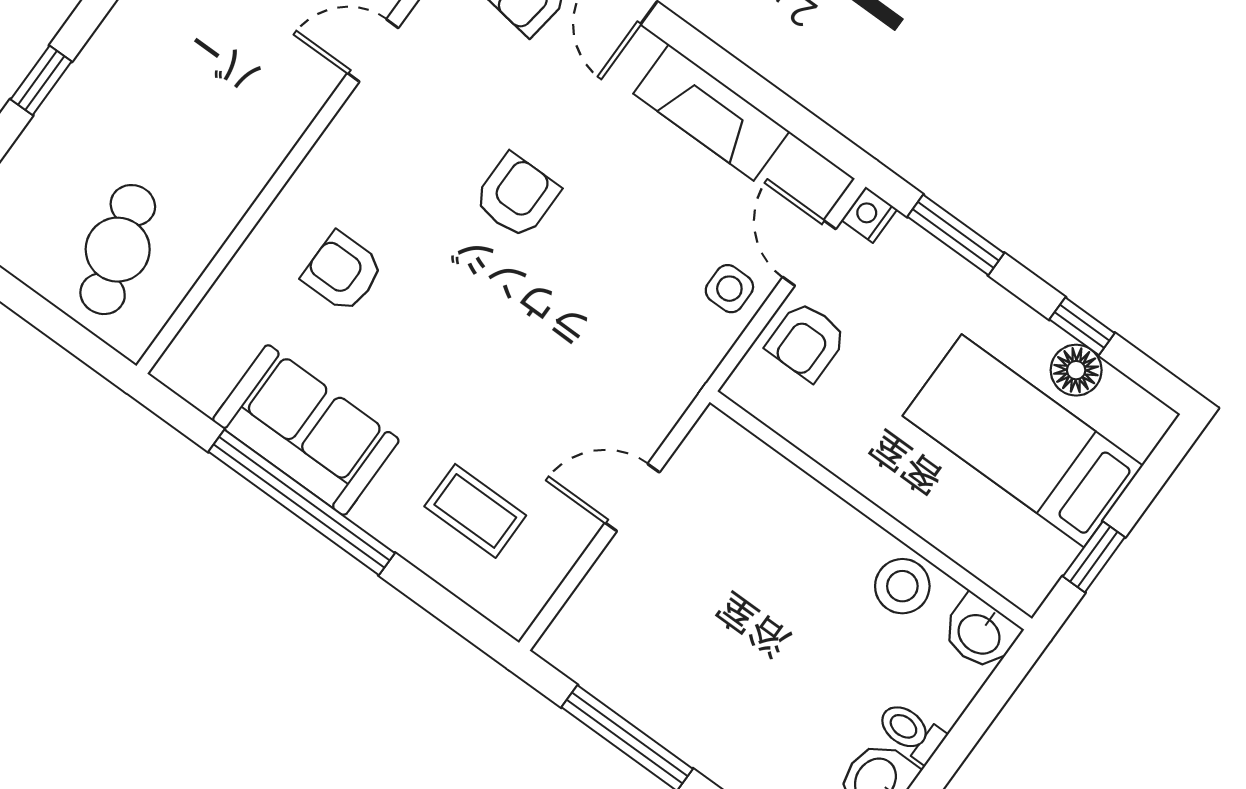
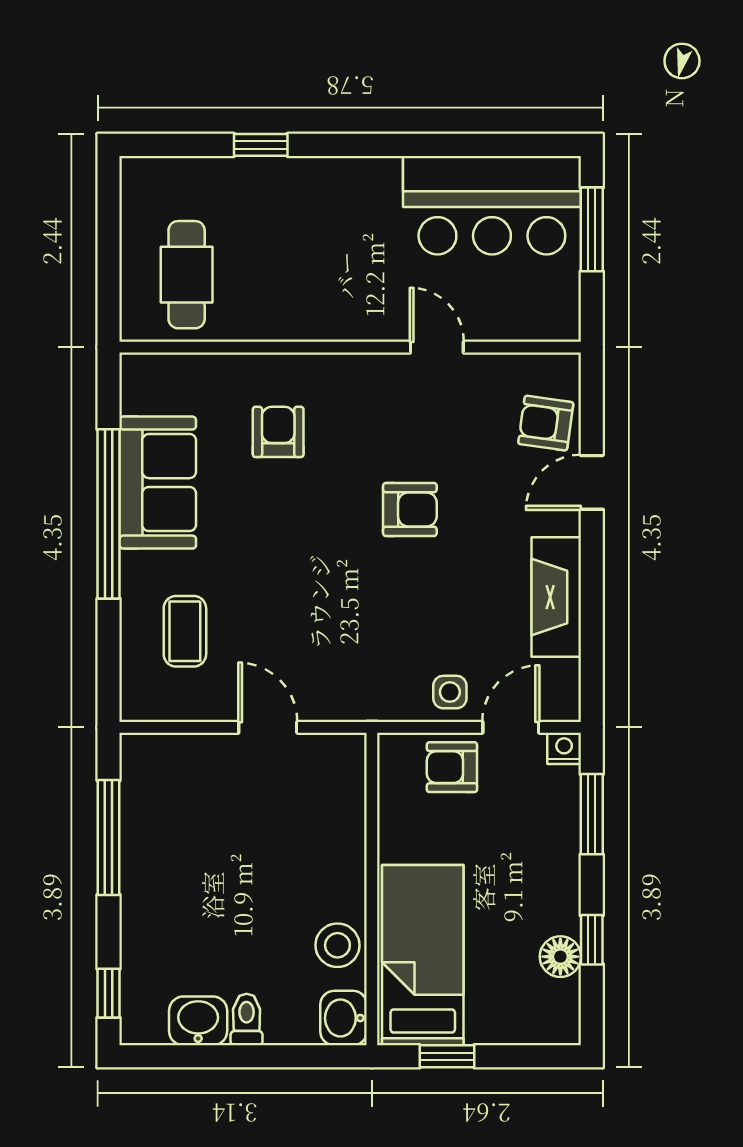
cafe table: (118, 250) -> (187, 275), turned -73
bed: (1023, 441) -> (423, 955), moved

